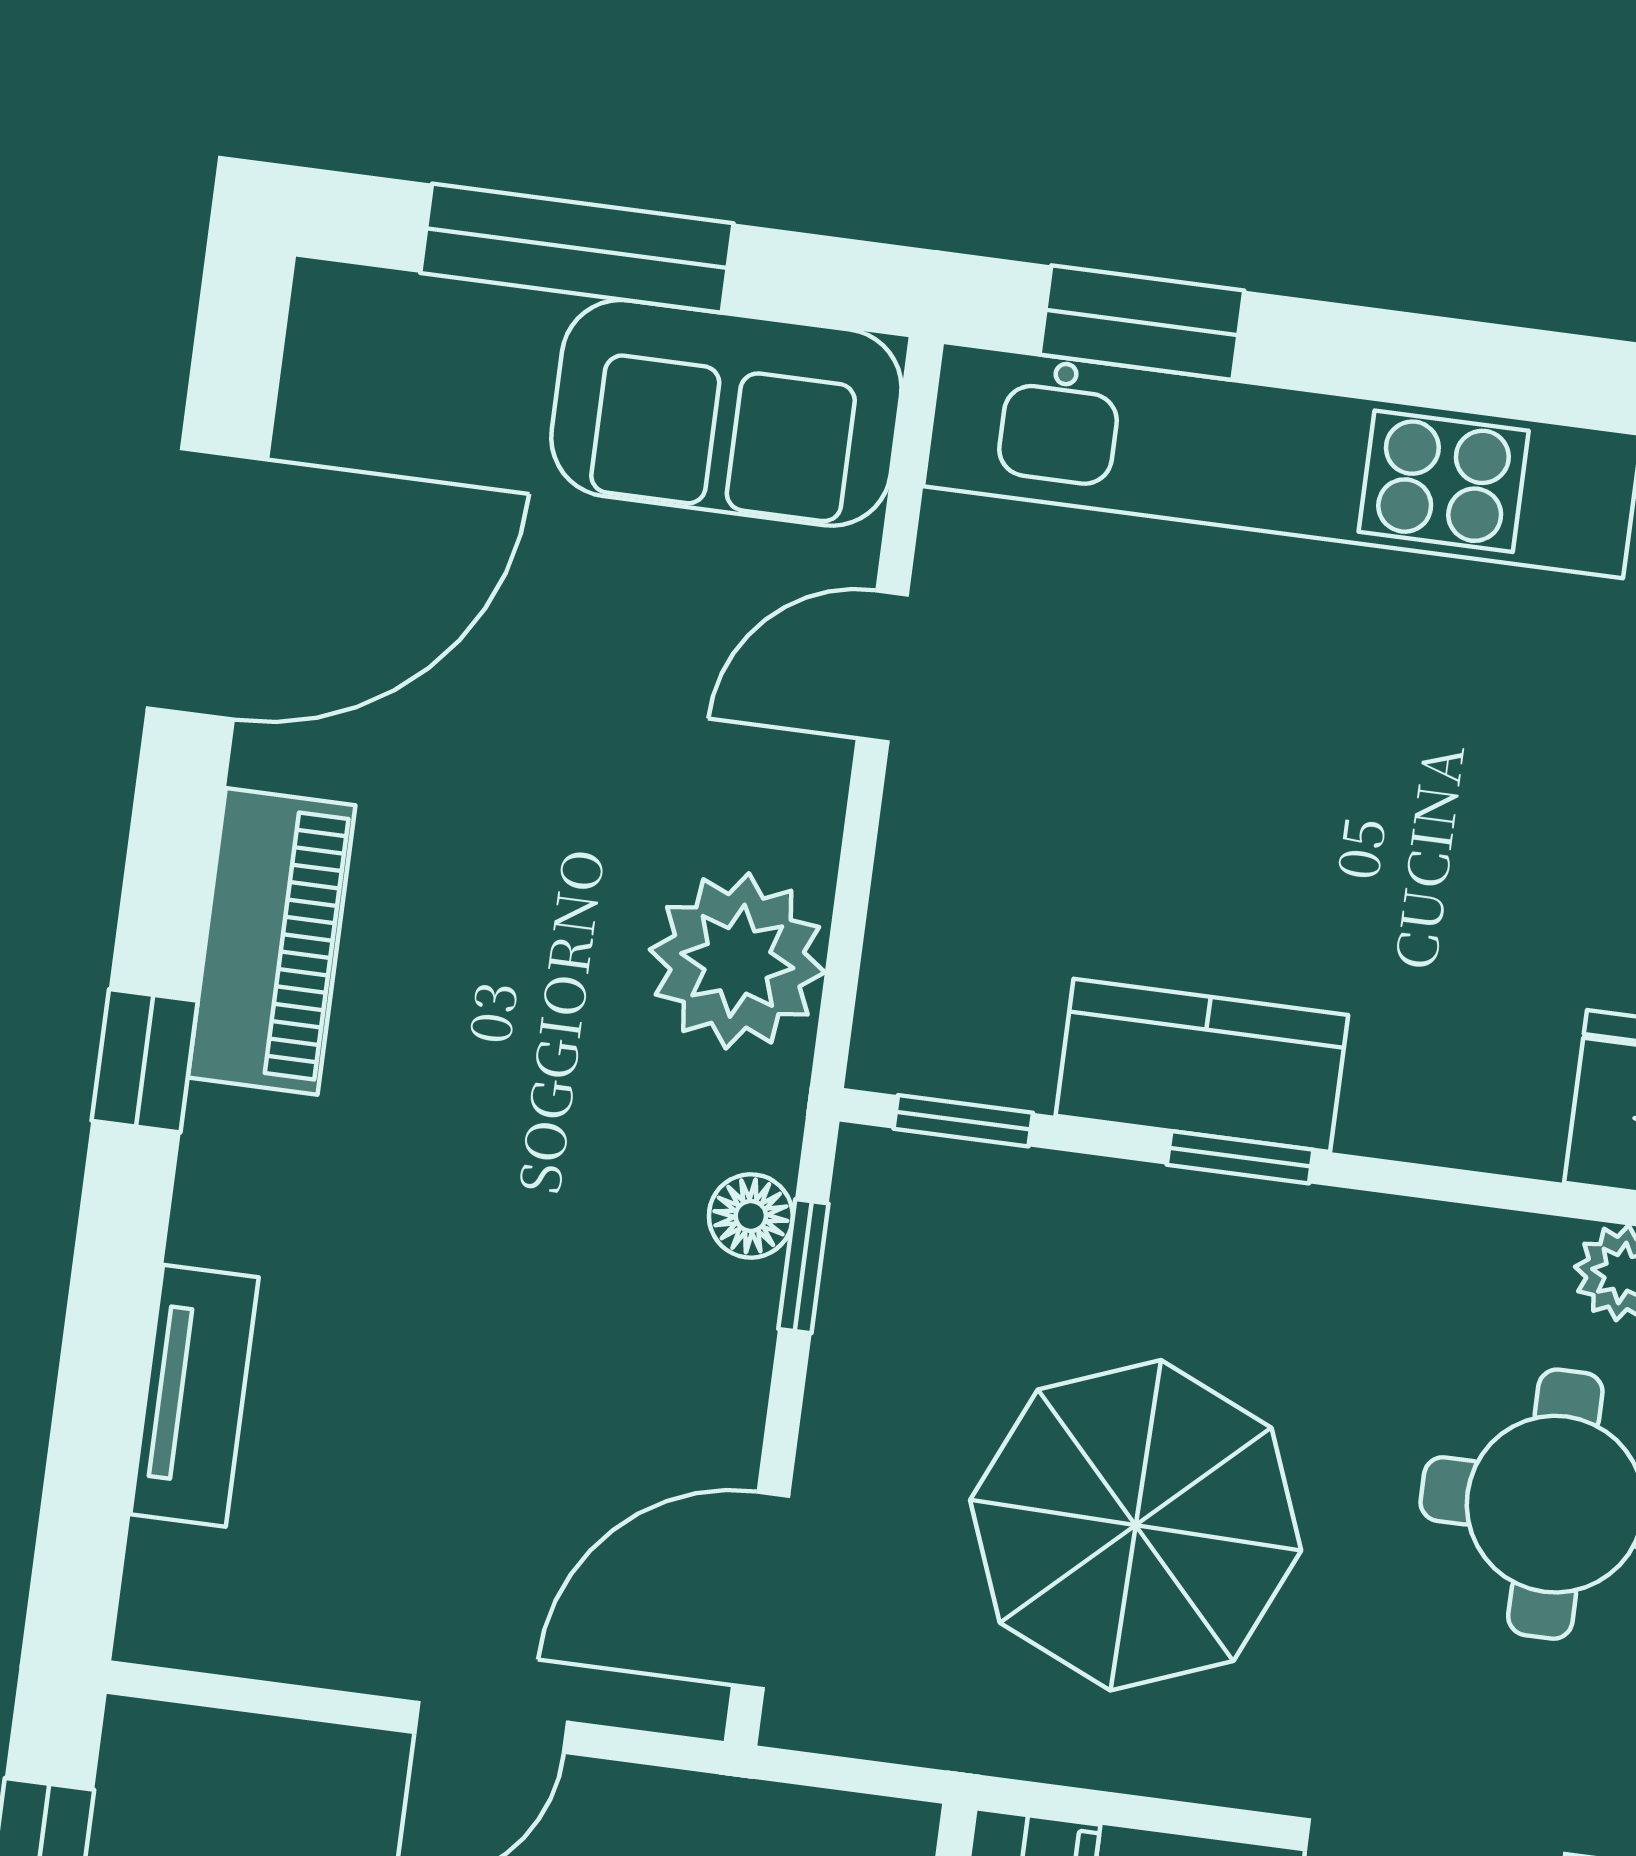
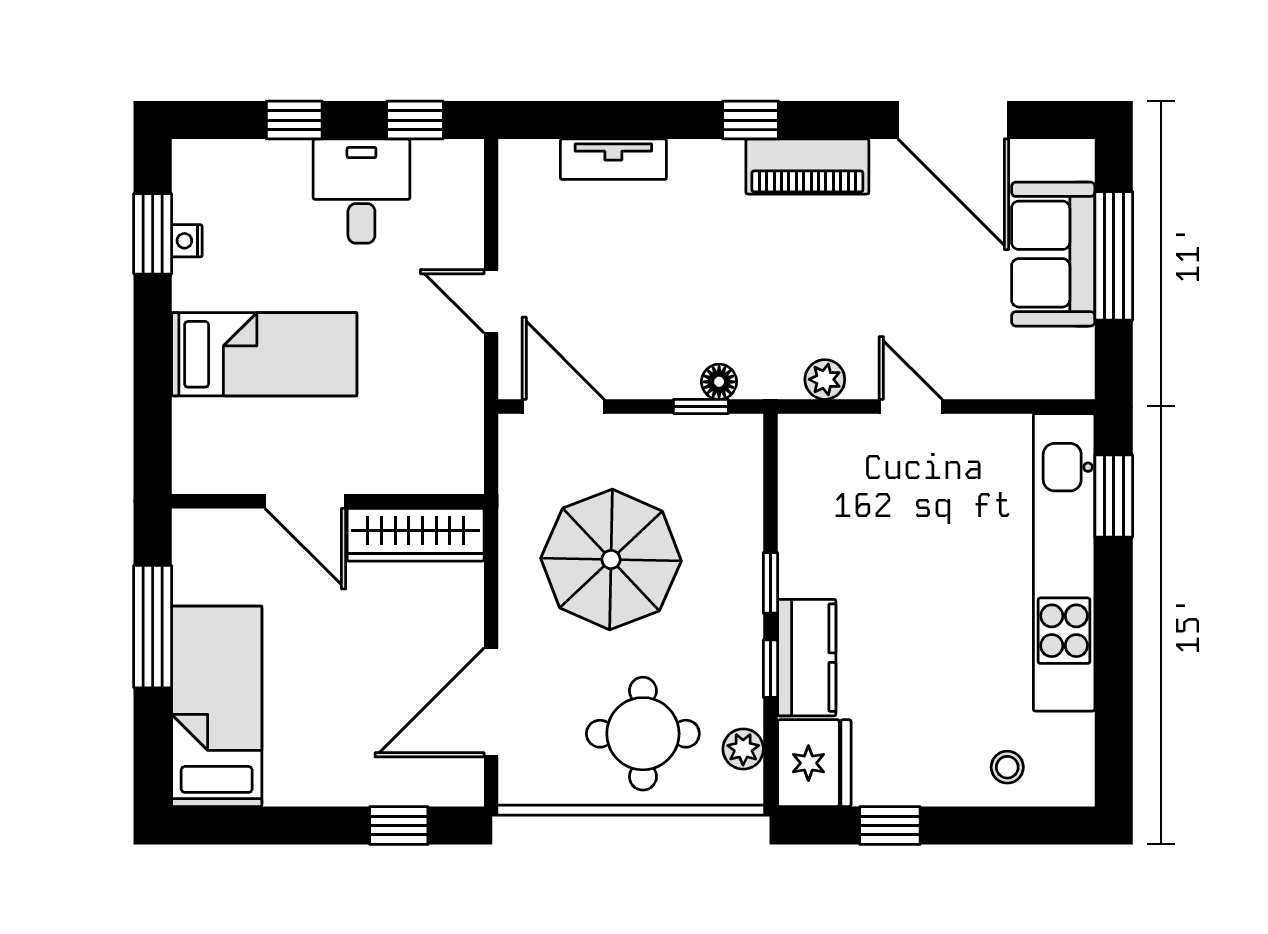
sofa: (726, 413) -> (1053, 254), moved
door: (882, 666) -> (911, 406), moved
plant: (737, 961) -> (825, 379), width x0.53, depth x0.53
kitchen counter: (1202, 1065) -> (807, 658), moved
window: (963, 1121) -> (770, 669), moved

